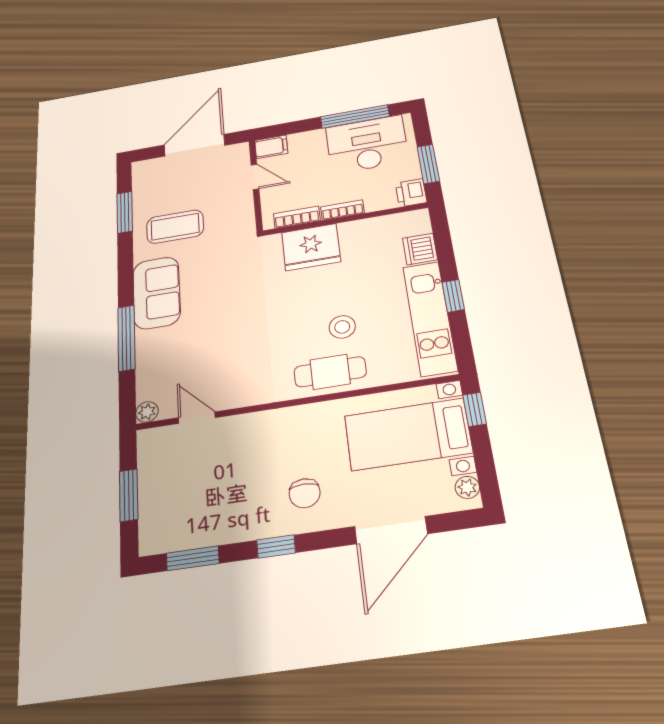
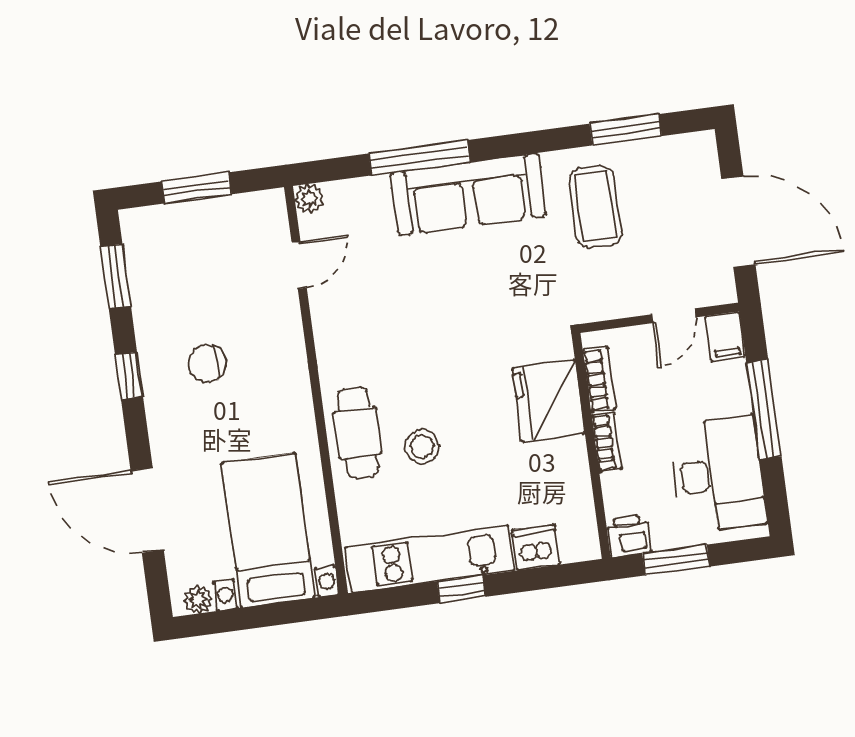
window: (355, 117) -> (764, 409), moved
sofa: (156, 293) -> (468, 194), width x1.36
window: (475, 409) -> (299, 611), removed
chair: (305, 493) -> (207, 364), moved

